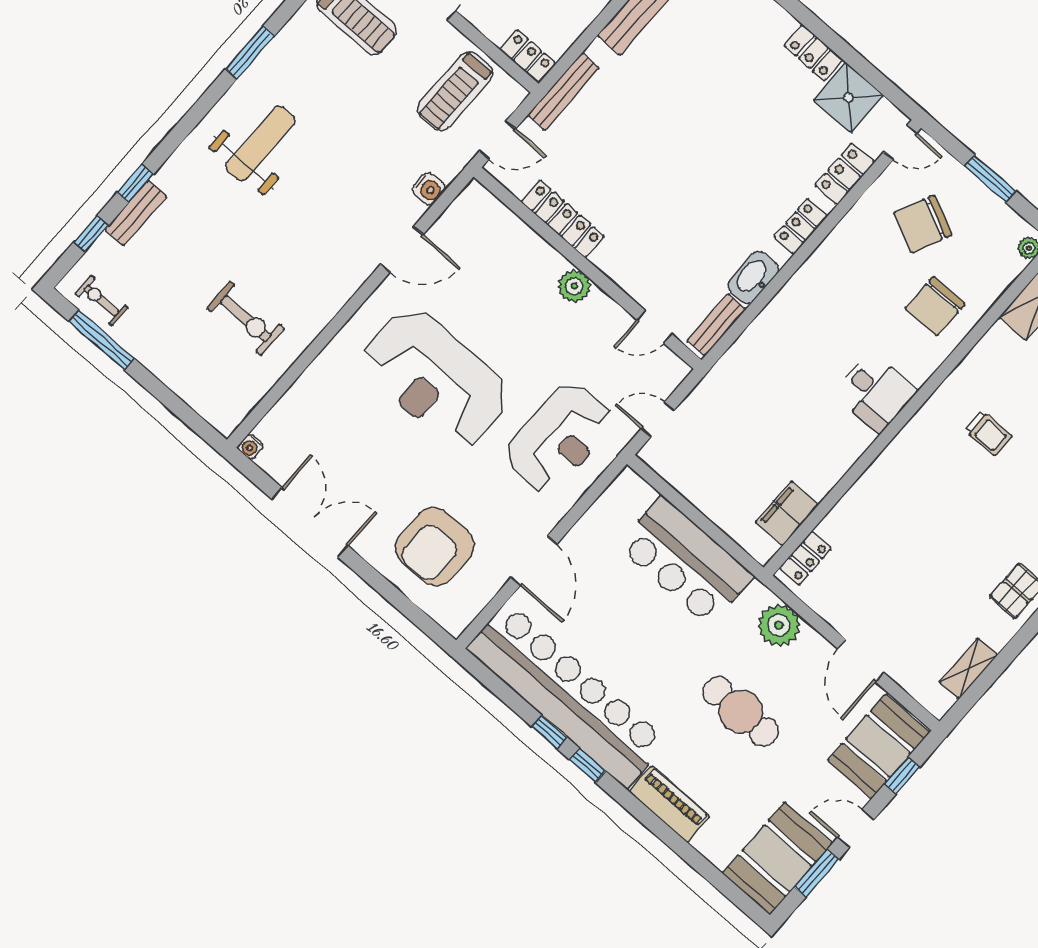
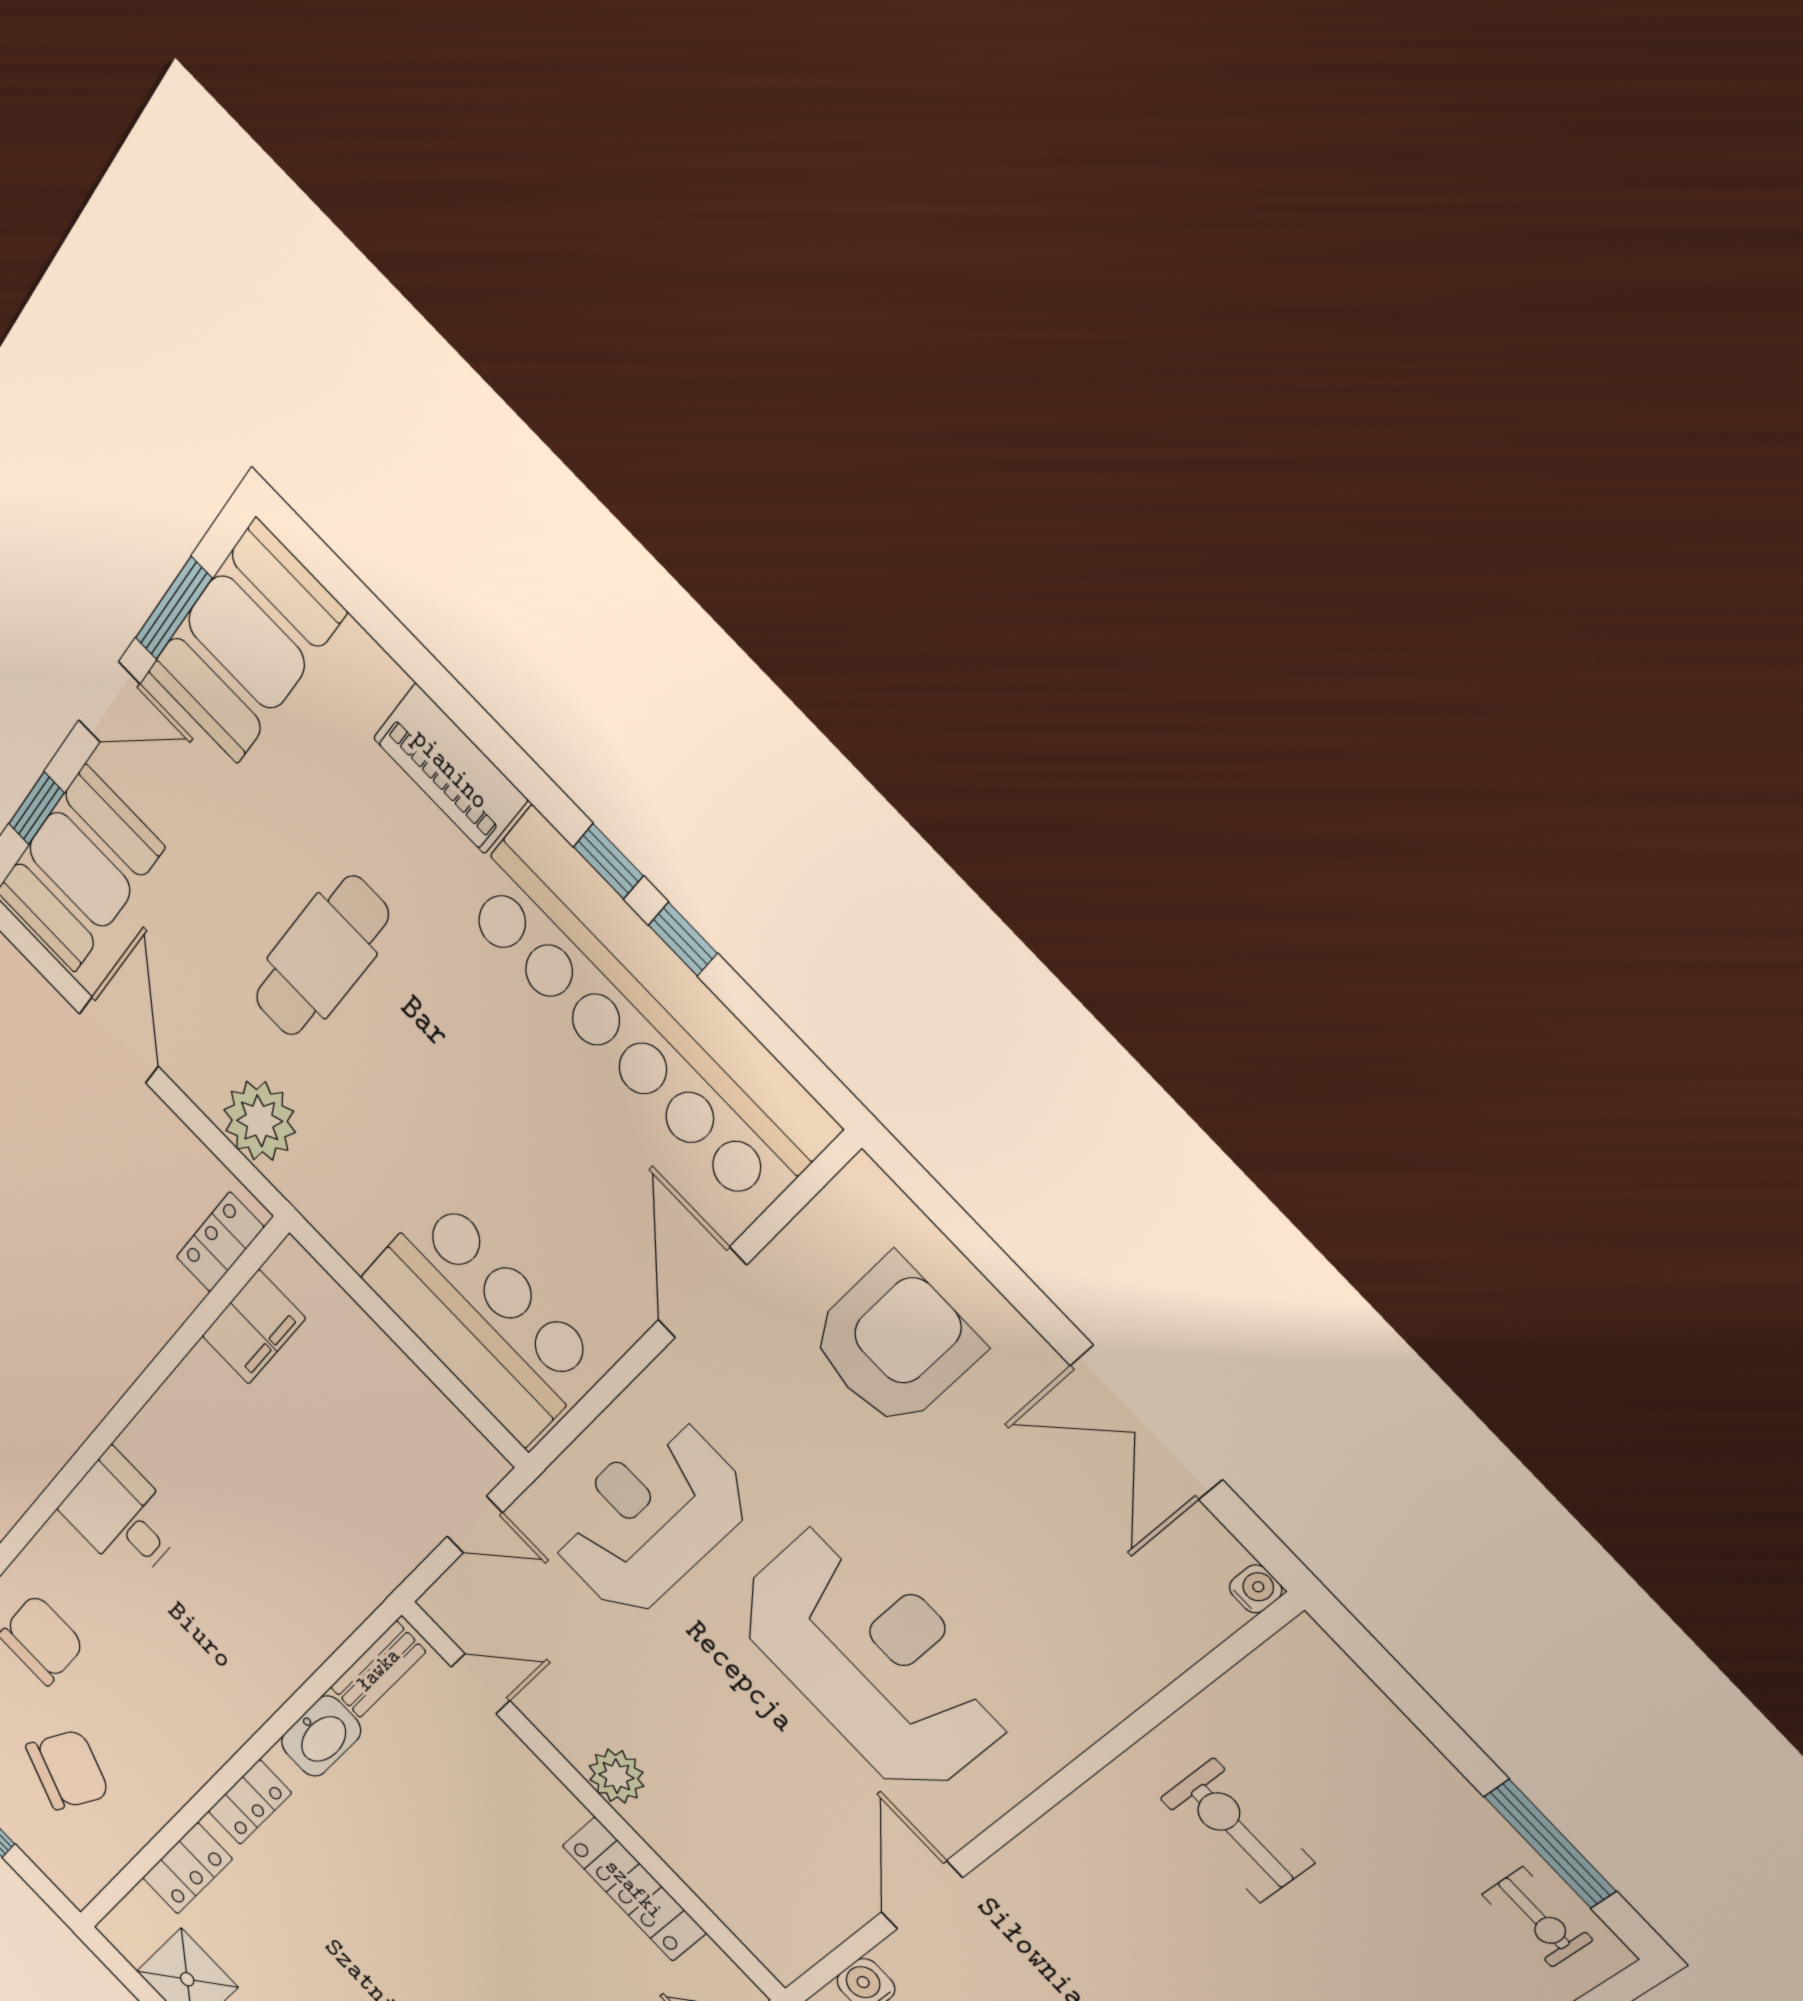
door: (900, 142) -> (109, 1898), removed
door: (402, 249) -> (922, 1895), hinge flipped
bar counter: (686, 561) -> (482, 1320), moved
cafe table: (741, 711) -> (322, 956), turned 90

